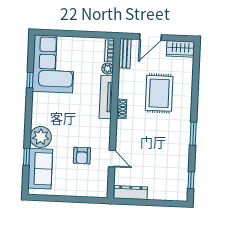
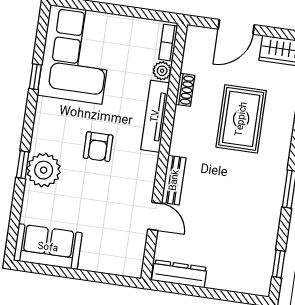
bench: (125, 53) -> (174, 180), moved
shoe rack: (122, 109) -> (185, 90), moved
armchair: (82, 156) -> (98, 147), moved
window: (27, 157) -> (23, 165), moved
sofa: (40, 169) -> (48, 247), moved, turned -90

